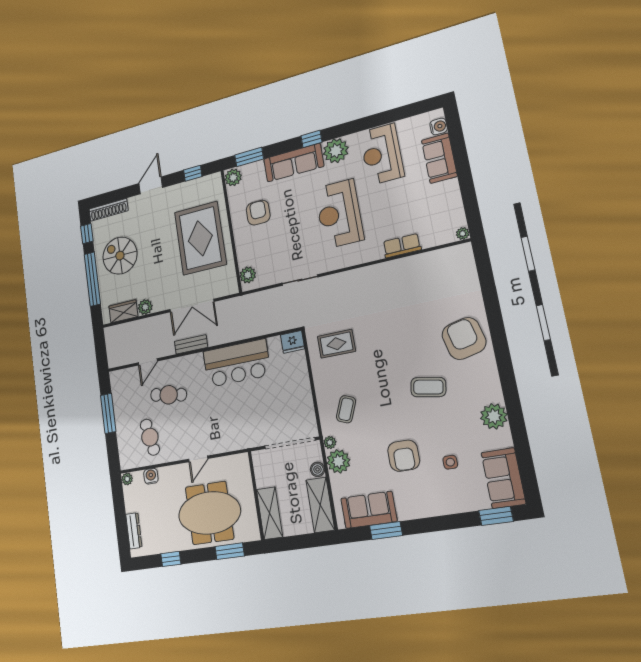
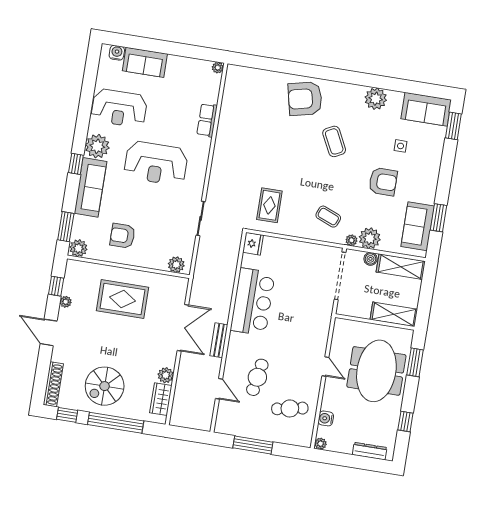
plant: (182, 188) -> (66, 302), added
rug: (200, 238) -> (122, 299), width x0.73, depth x0.69
coffee table: (428, 387) -> (334, 141), turned -37

